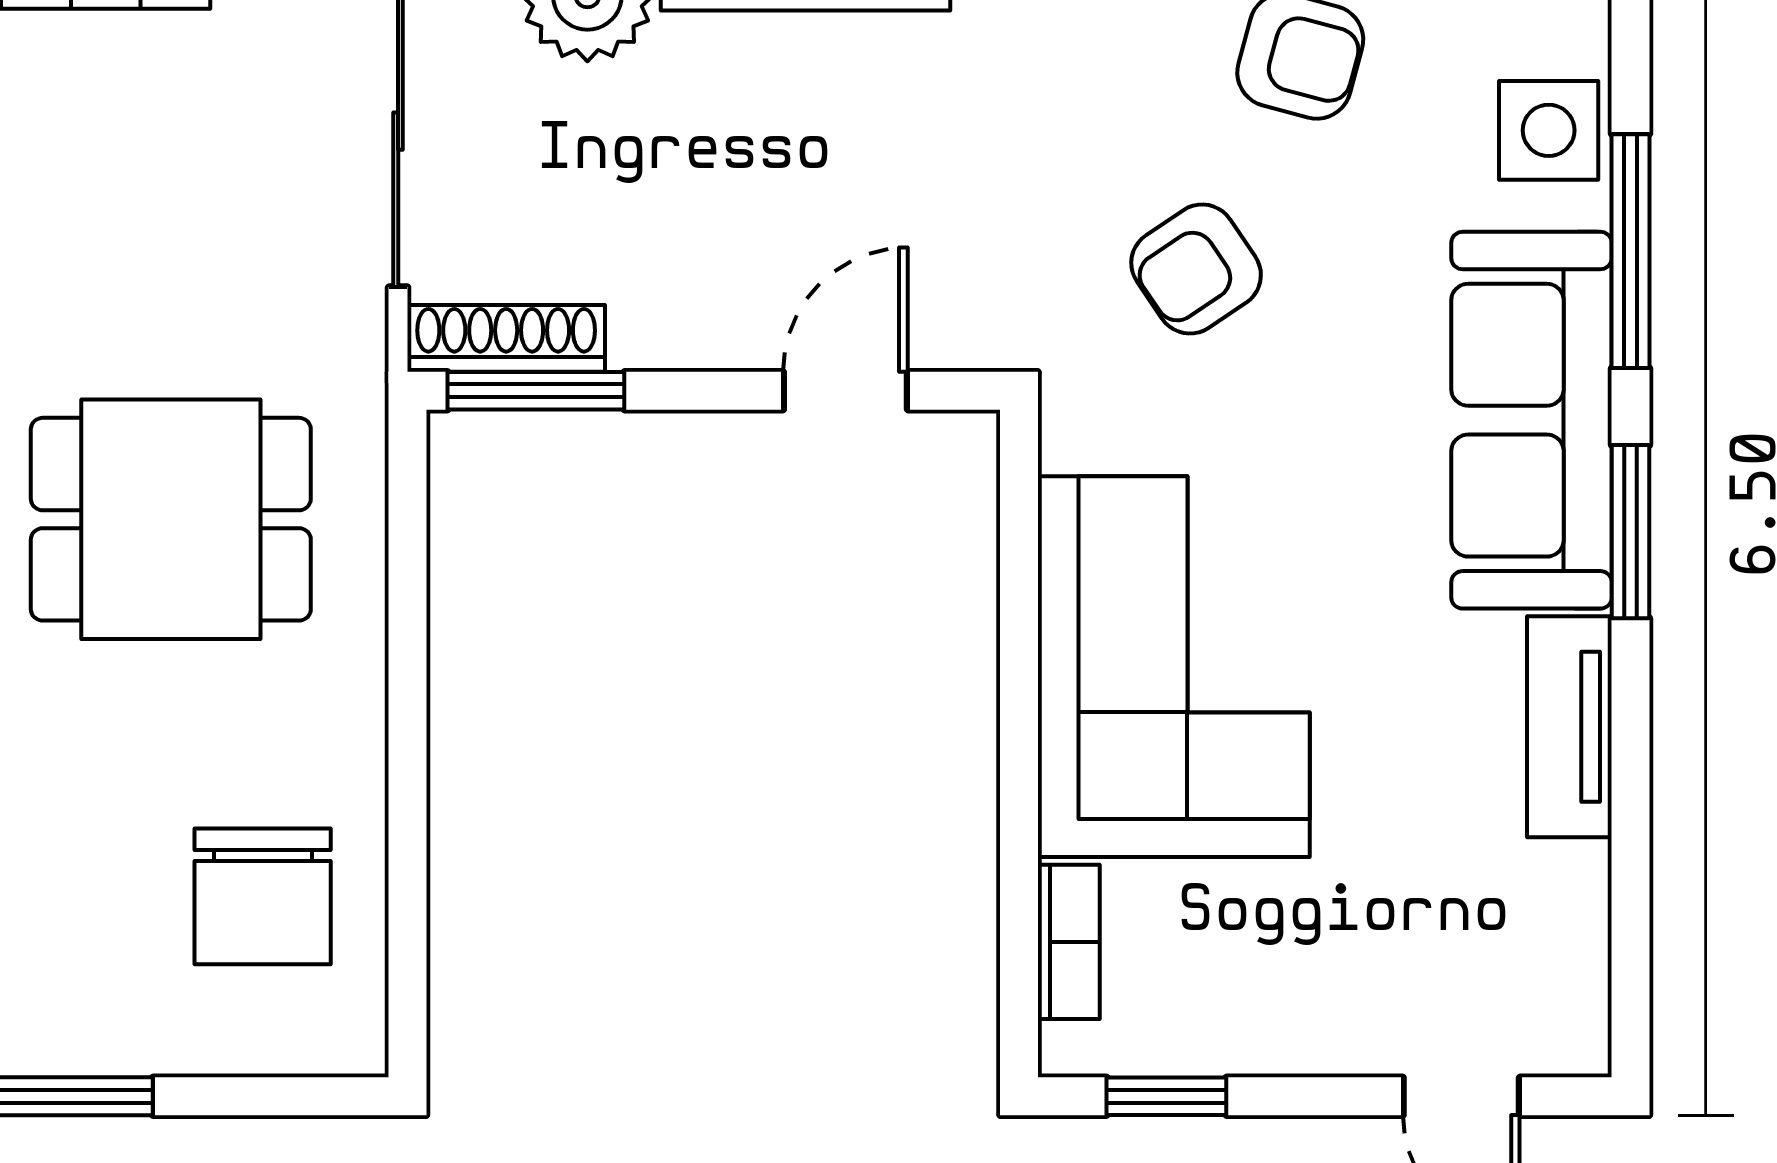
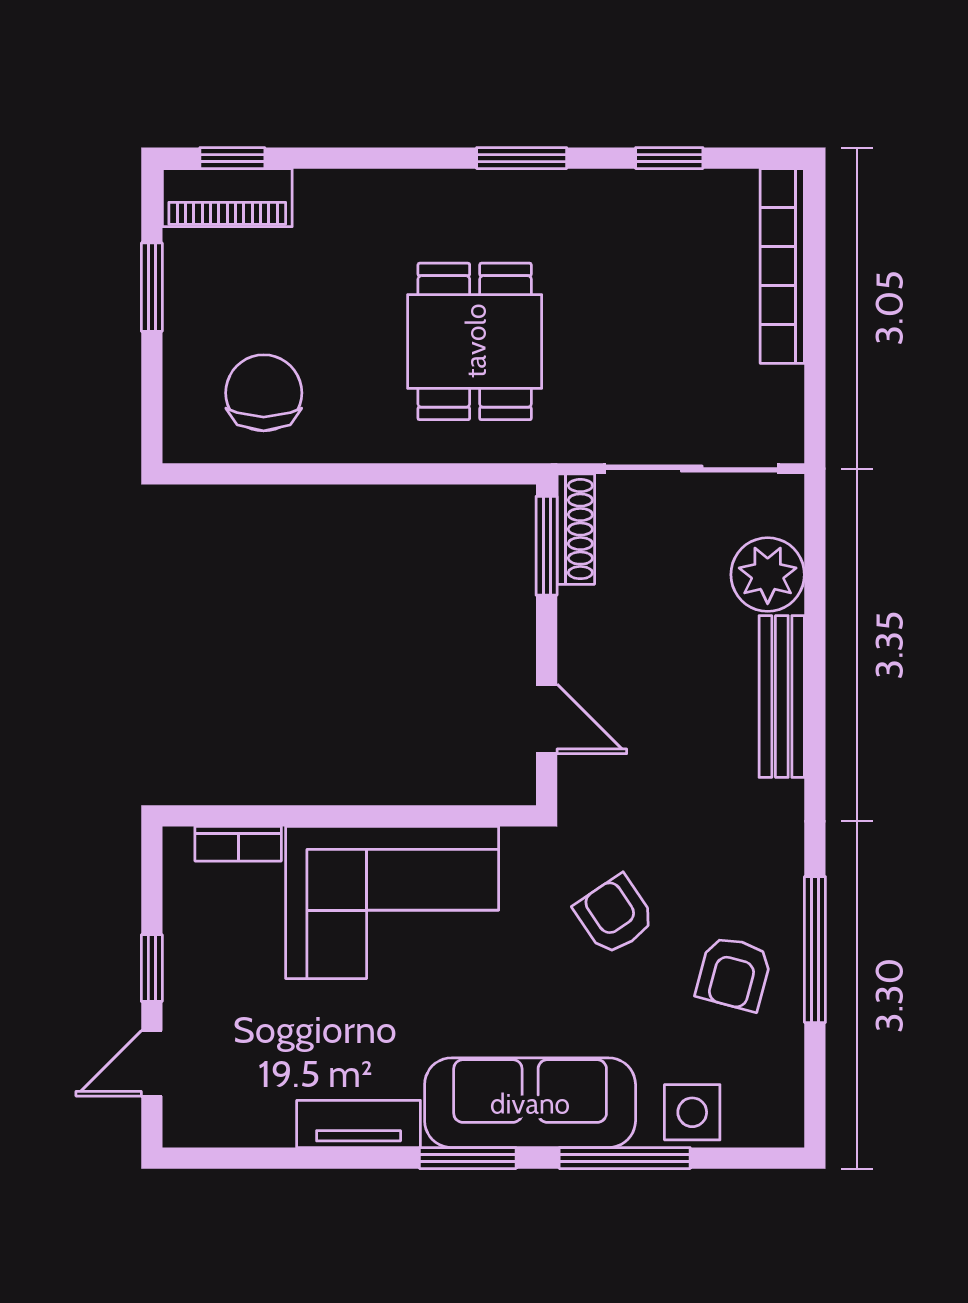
chair: (263, 896) -> (264, 393), turned 90
window: (1166, 1096) -> (152, 968), moved

